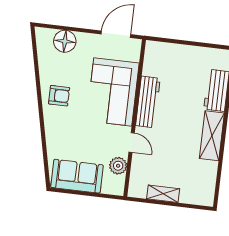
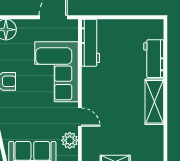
workbench: (148, 102) -> (91, 43), moved

